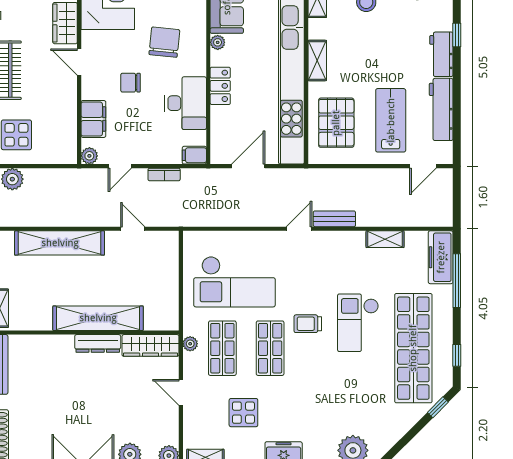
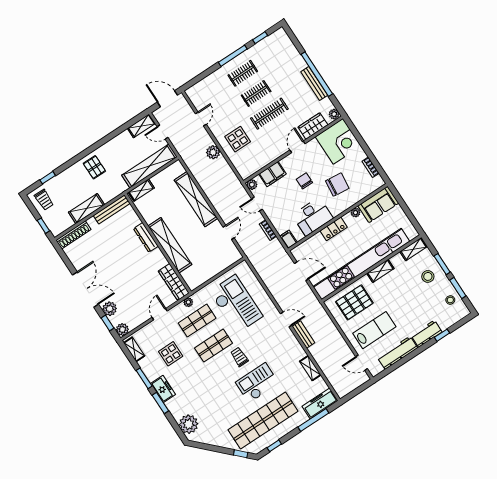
checkout: (234, 282) -> (236, 304), turned 180
dresser: (98, 343) -> (146, 237), moved

